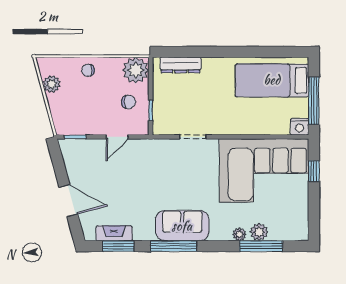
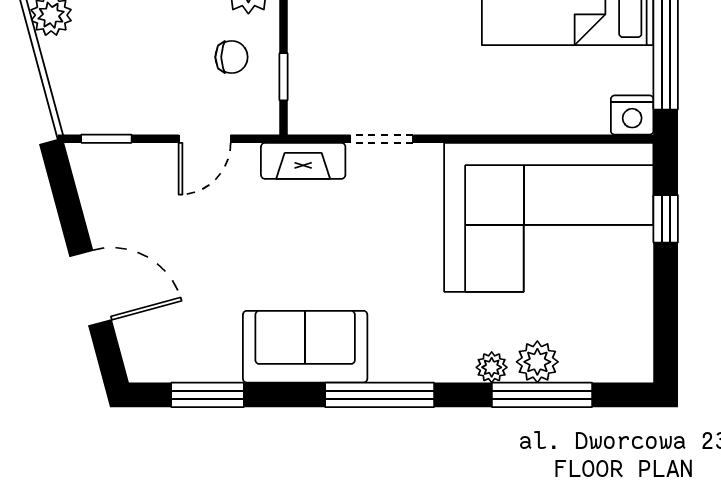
sofa: (182, 226) -> (305, 347), moved
fireplace: (114, 233) -> (303, 161), moved, turned 180
window: (174, 246) -> (380, 395), moved

